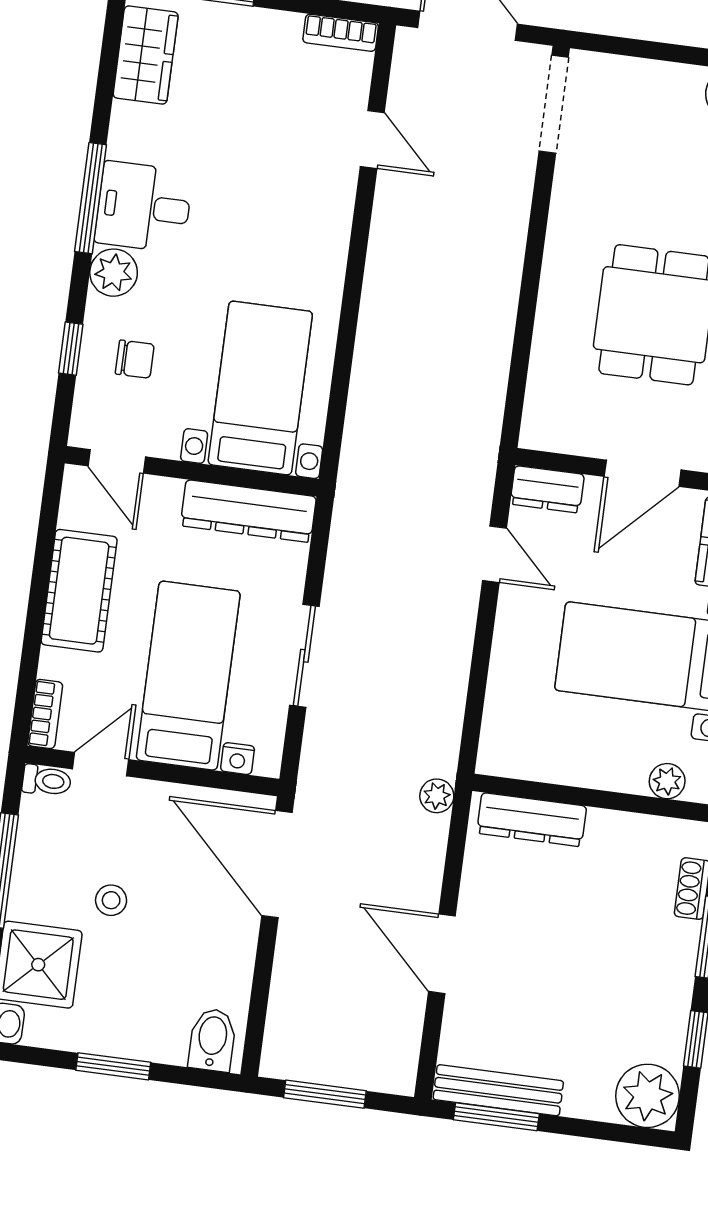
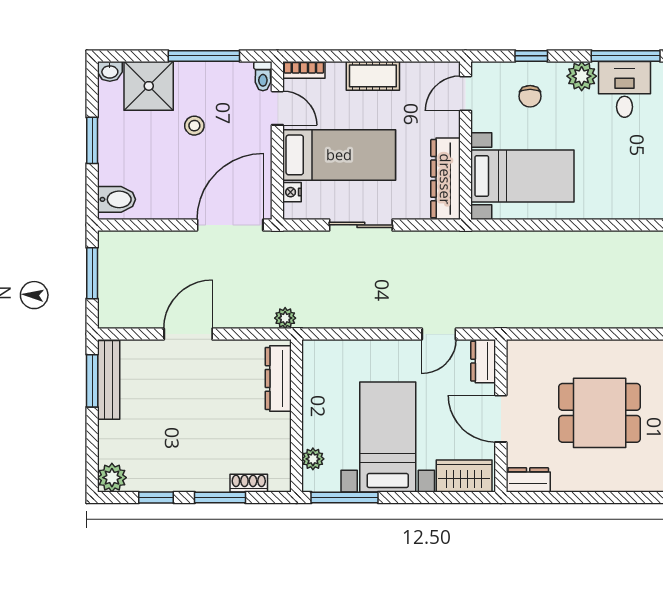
cot: (79, 591) -> (373, 76), width x0.73, depth x0.75
plant: (648, 1096) -> (112, 478), width x0.73, depth x0.73

